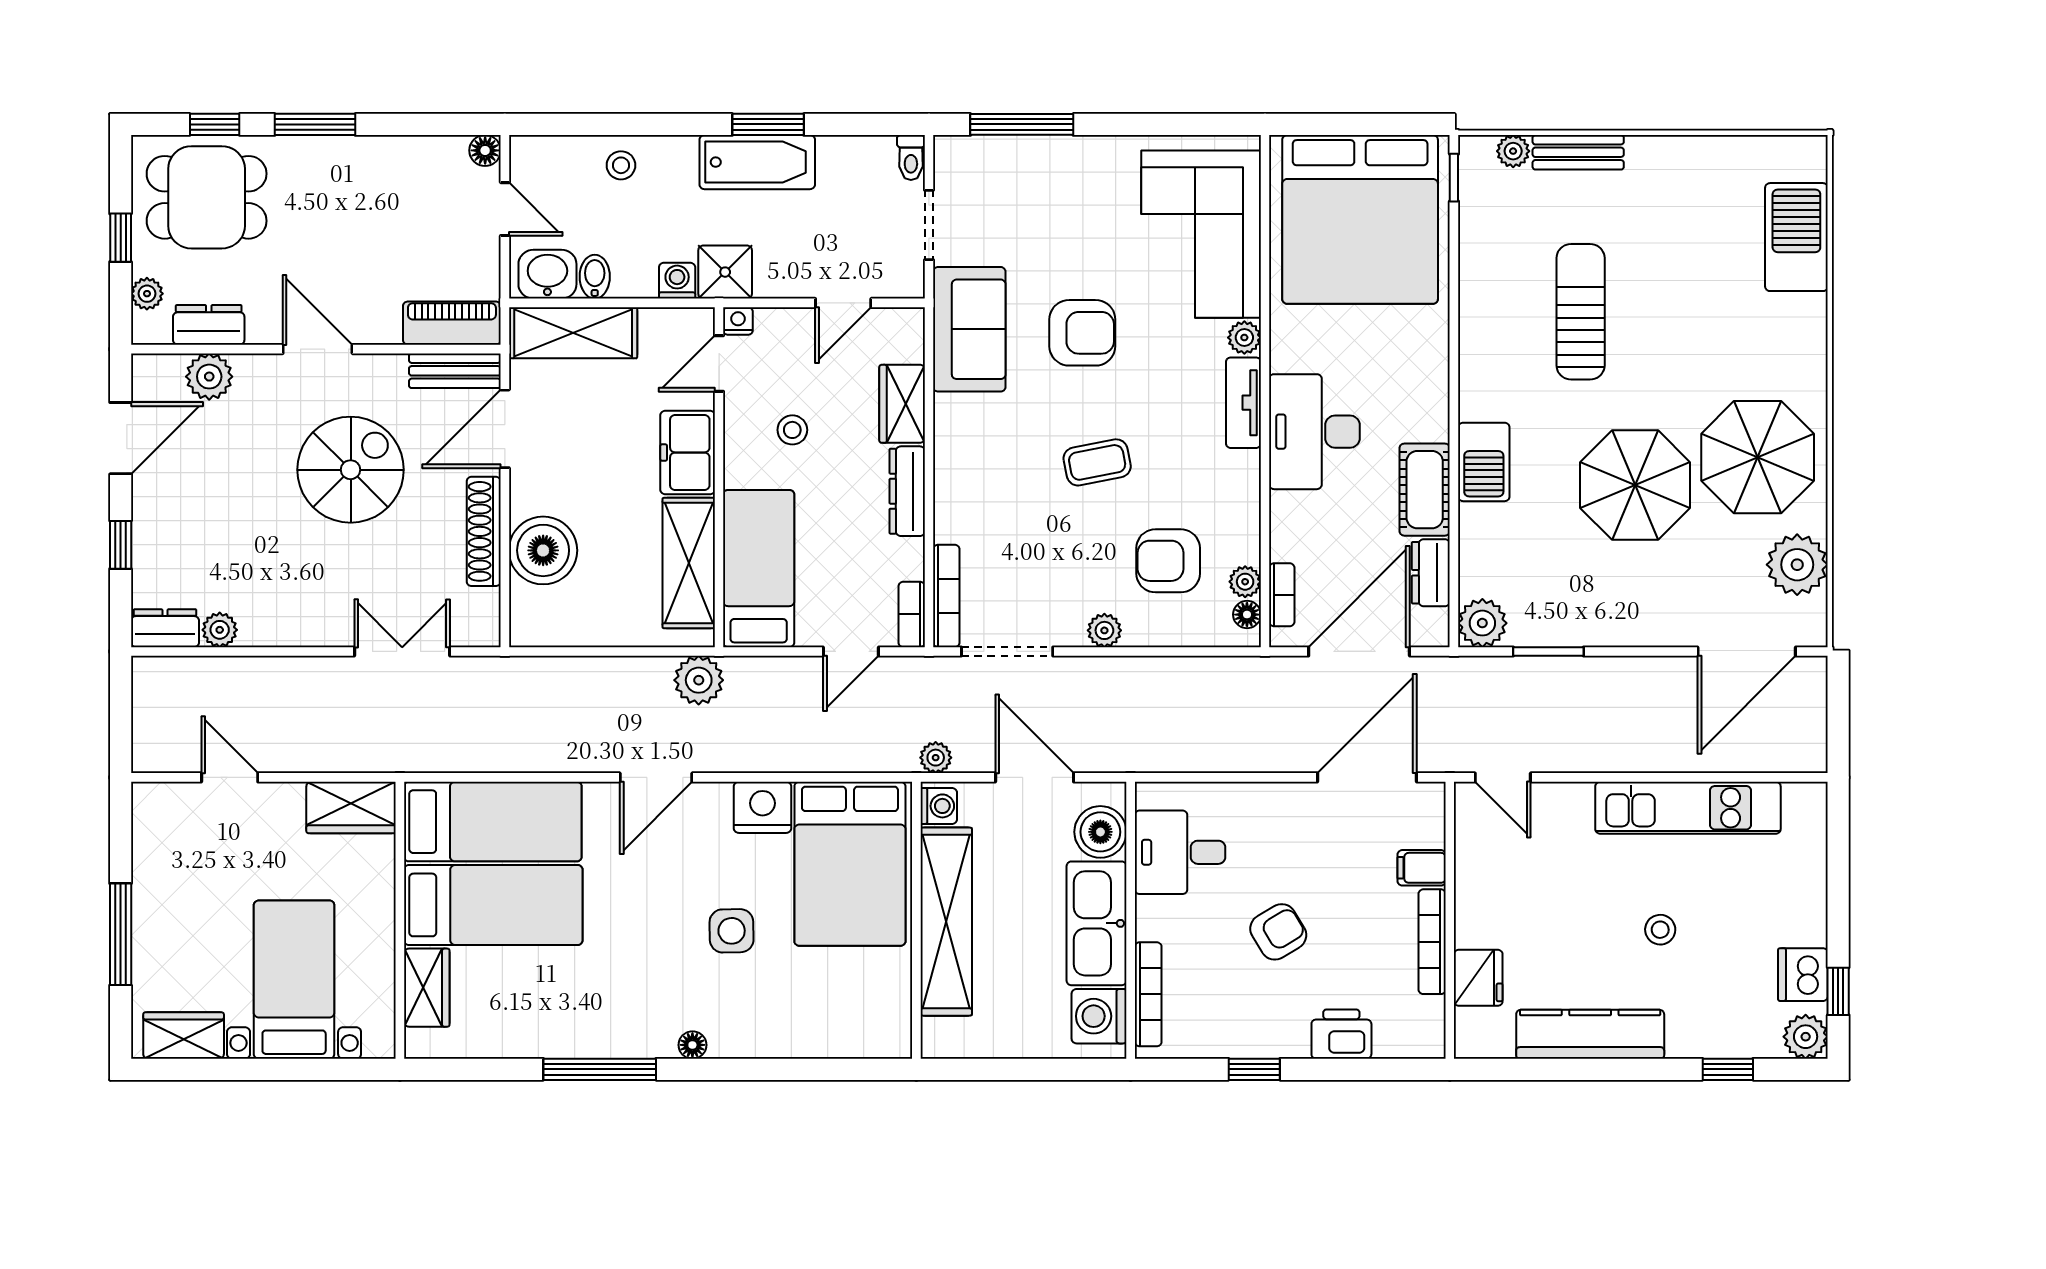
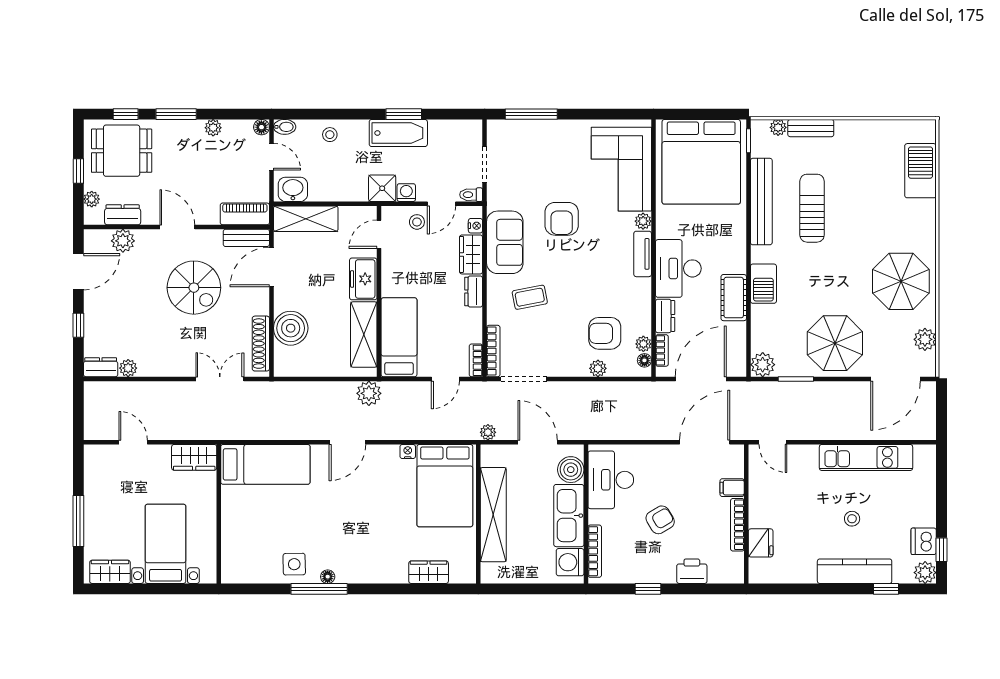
plant: (389, 151) -> (213, 128), added
toilet: (911, 157) -> (471, 195), moved, turned 90
bidet: (595, 277) -> (285, 127), moved, turned 90
washing machine: (677, 281) -> (406, 193), moved
bench: (1480, 299) -> (761, 202), added
nightstand: (738, 321) -> (475, 226), moved, turned 90
sofa: (969, 329) -> (505, 242), moved
armchair: (1082, 333) -> (562, 219), turned 90
stool: (792, 430) -> (417, 222), moved
coffee table: (1097, 462) -> (530, 297), moved
spiral stairs: (351, 470) -> (194, 288), turned 90
parasol: (1635, 485) -> (835, 343), moved
dresser: (907, 491) -> (474, 292), width x0.70
shoe rack: (484, 531) -> (261, 344), moved
plant: (1797, 565) -> (925, 339), width x0.73, depth x0.73
dresser: (1431, 573) -> (665, 316), moved, turned 180
plant: (1104, 630) -> (598, 368), moved
washing machine: (939, 806) -> (489, 457), removed
nightstand: (763, 807) -> (408, 452), width x0.53, depth x0.56
desk: (1180, 852) -> (611, 480), width x1.37
bed: (493, 905) -> (266, 506), removed
side table: (732, 931) -> (294, 564), moved
wardrobe: (427, 988) -> (429, 572), moved, turned -90
kitchen counter: (1590, 1034) -> (855, 571), moved
floor lamp: (692, 1045) -> (328, 577), moved

